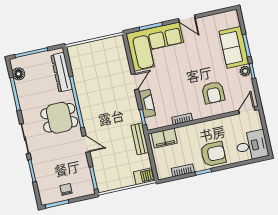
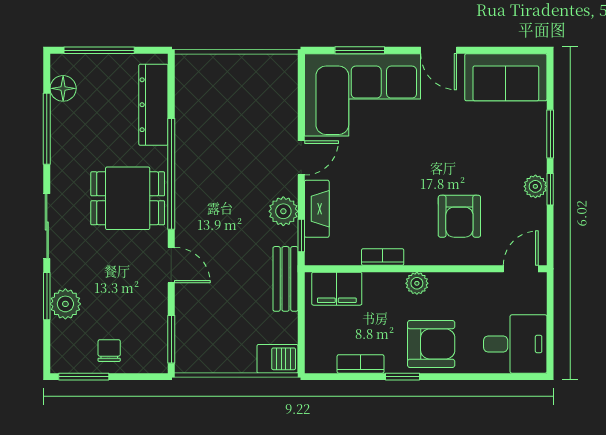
sofa: (234, 47) -> (506, 77), moved, turned -90
plant: (132, 108) -> (283, 211), added
plant: (201, 128) -> (417, 283), added
plant: (41, 172) -> (65, 304), added

